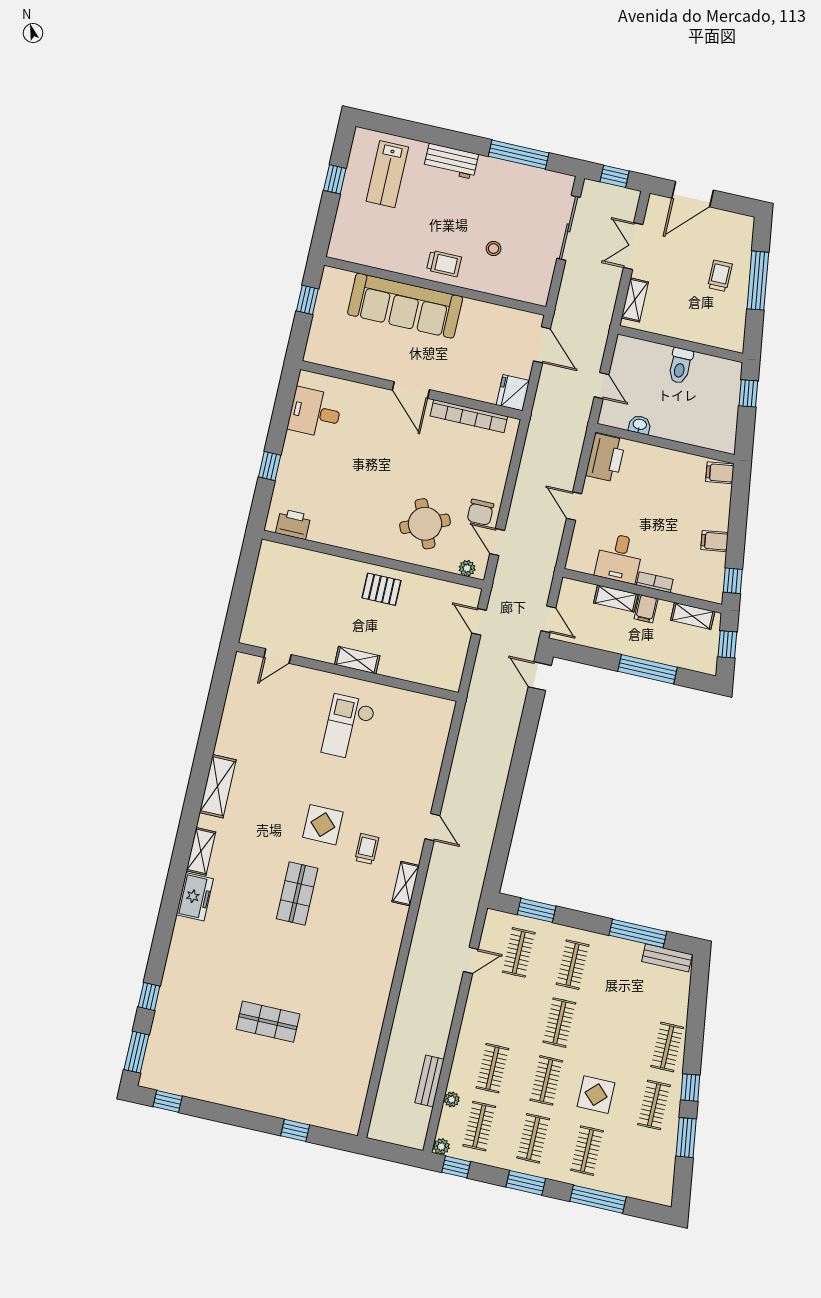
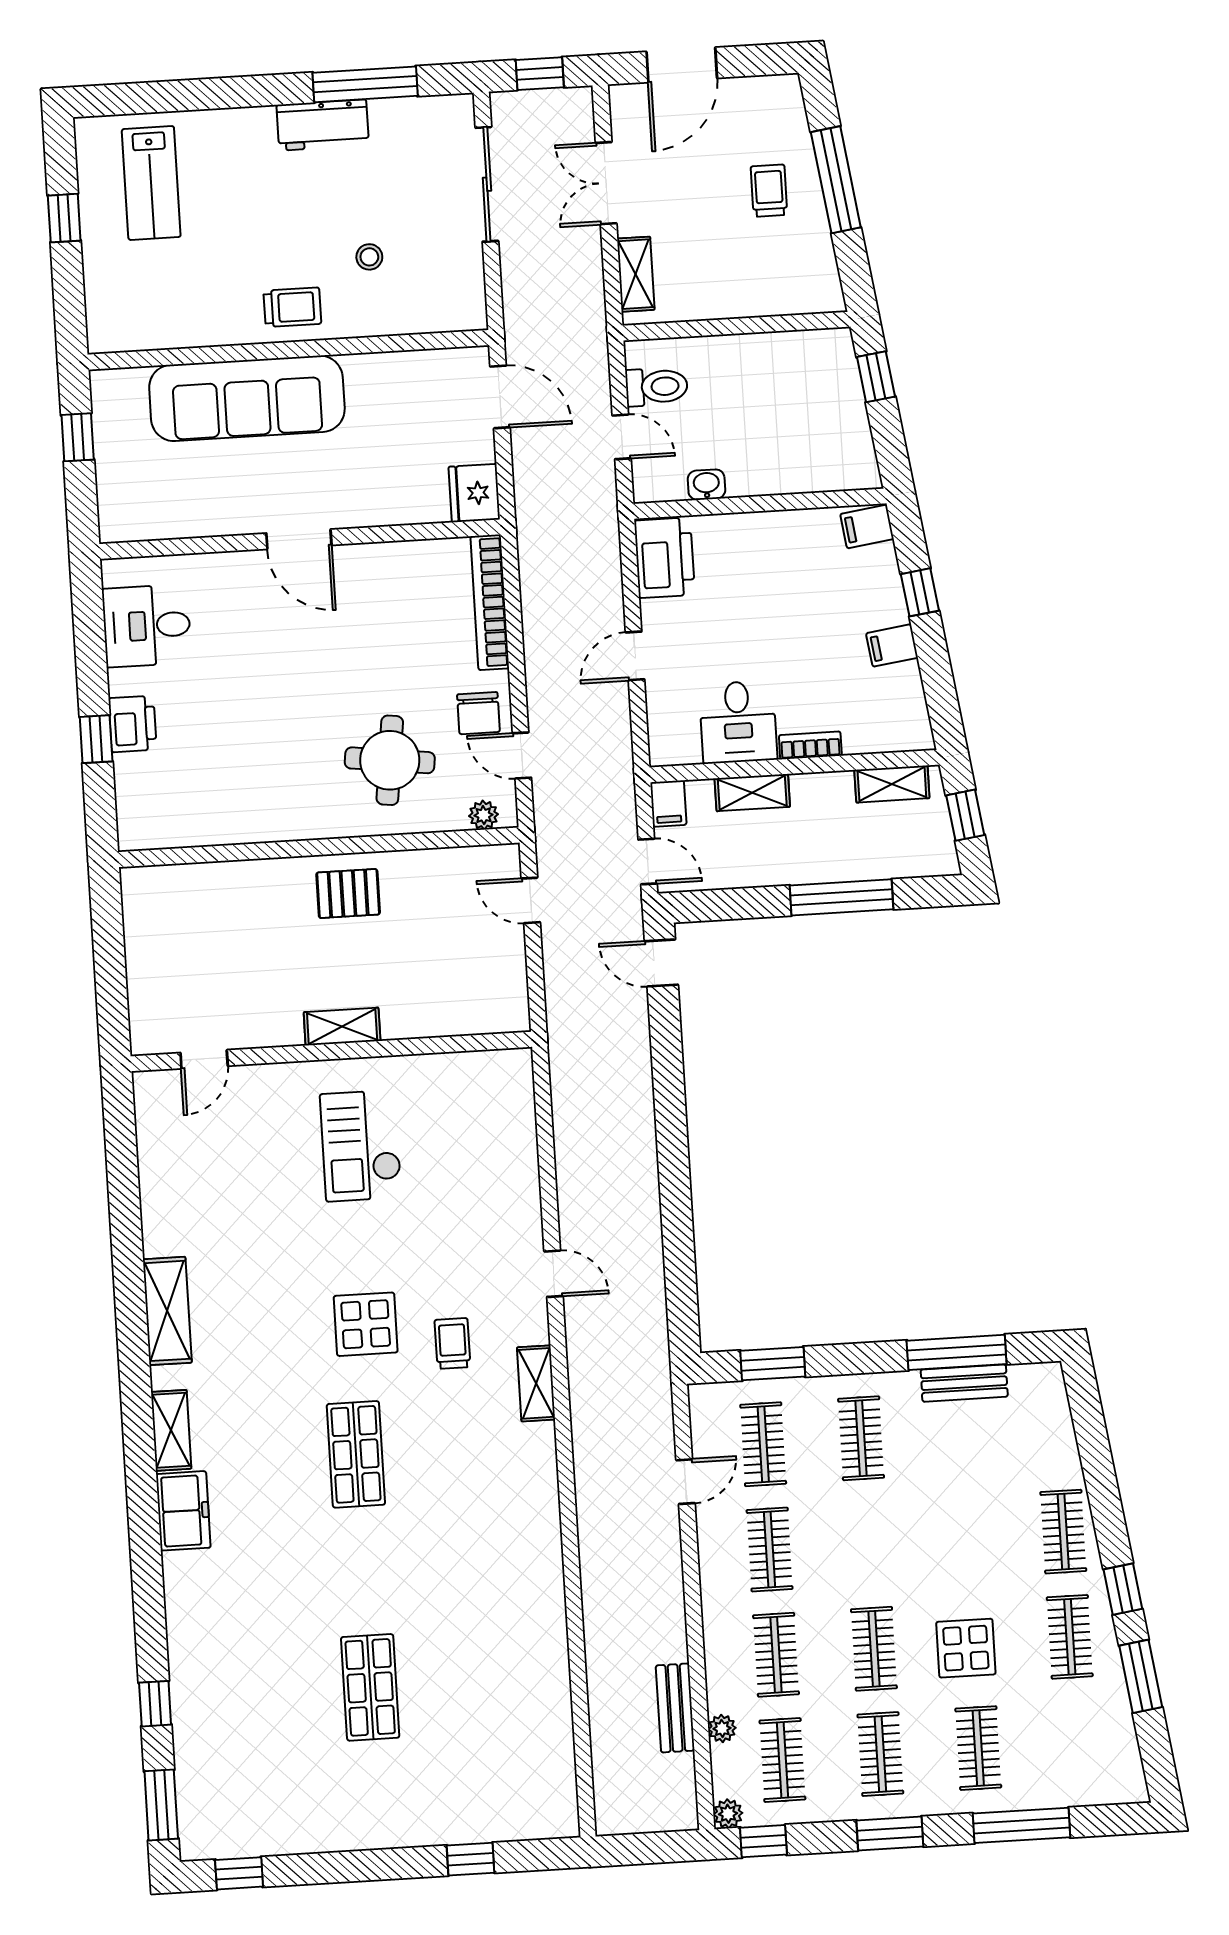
workbench: (451, 161) -> (323, 125), moved
toilet: (680, 366) -> (657, 387), moved, turned -90
bookcase: (469, 416) -> (490, 602), moved, turned 90
door: (574, 506) -> (635, 656), hinge flipped
printer: (293, 524) -> (133, 724), moved, turned 90
round table: (425, 524) -> (390, 760), turned 30
window: (733, 581) -> (920, 592), moved
filing cabinet: (646, 609) -> (668, 804), moved
bench: (667, 958) -> (964, 1383), moved
shop shelf: (268, 1022) -> (370, 1687), turned 90
clothes rail: (559, 1023) -> (770, 1549), moved

